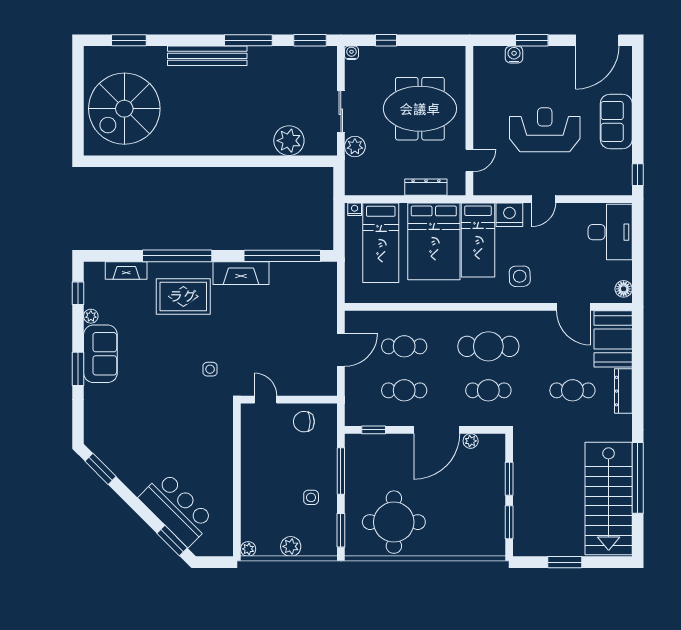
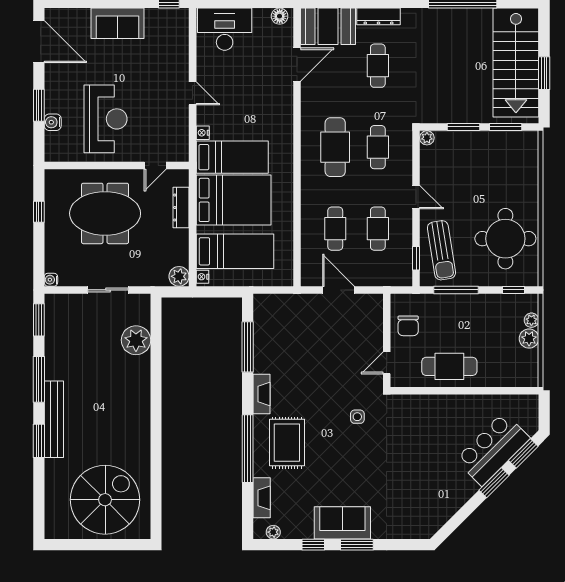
window: (129, 40) -> (39, 441), moved
window: (386, 40) -> (39, 212), moved
spiral stairs: (124, 109) -> (105, 500), turned -90
meeting table: (420, 109) -> (105, 213), turned 90
reception desk: (545, 130) -> (106, 119), moved, turned 180
plant: (355, 146) -> (179, 276), moved
door: (469, 160) -> (155, 165), swing flipped
nightstand: (509, 215) -> (203, 133), width x0.53, depth x0.56
window: (282, 256) -> (248, 347), width x0.68
fireplace: (241, 273) -> (262, 394), width x0.73, depth x0.76
side table: (520, 276) -> (267, 117), removed
window: (78, 293) -> (313, 545), moved
plant: (91, 316) -> (273, 532), moved
door: (437, 430) -> (416, 197), width x0.53
plant: (471, 441) -> (427, 138), moved
sun lounger: (382, 456) -> (441, 250), added
cafe table: (262, 464) -> (449, 366), added
window: (100, 469) -> (494, 483), moved
side table: (311, 497) -> (482, 319), removed
stairs: (609, 498) -> (516, 63), moved, turned 90
window: (341, 530) -> (513, 290), width x0.67
plant: (248, 549) -> (531, 320), moved

